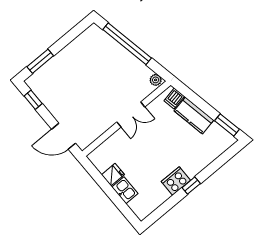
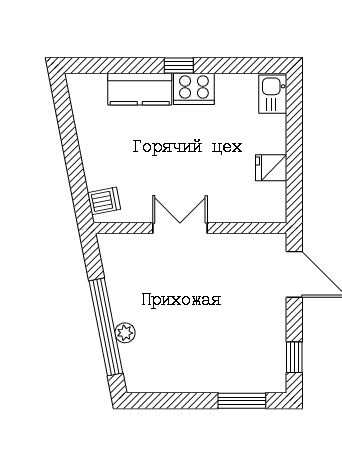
plant: (156, 80) -> (125, 333), moved
kitchen counter: (194, 116) -> (140, 89), moved, turned 101
window: (227, 125) -> (63, 107), removed
kitchen sink: (125, 190) -> (273, 94), moved

